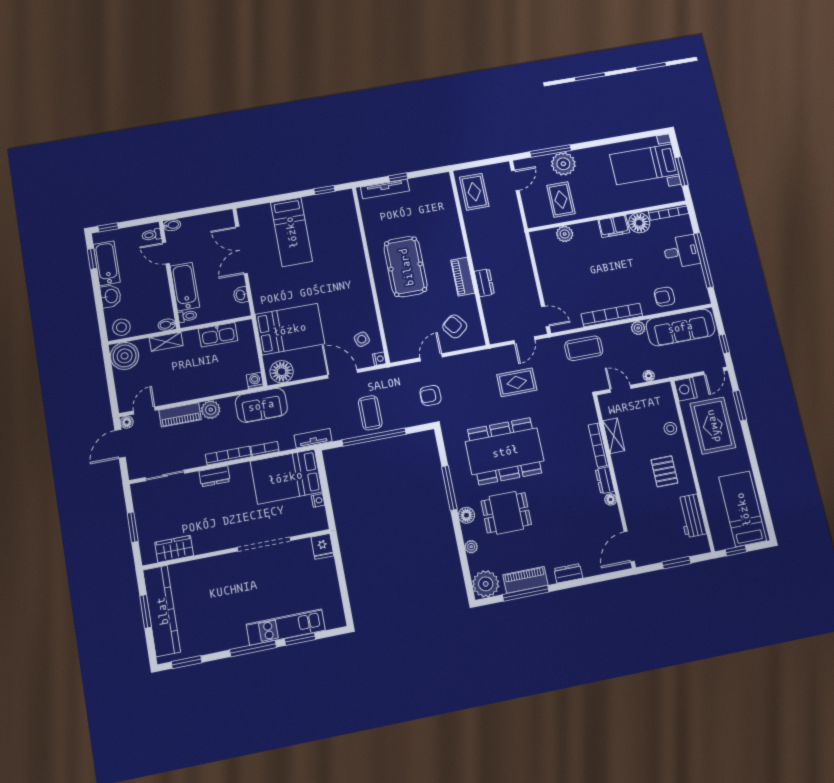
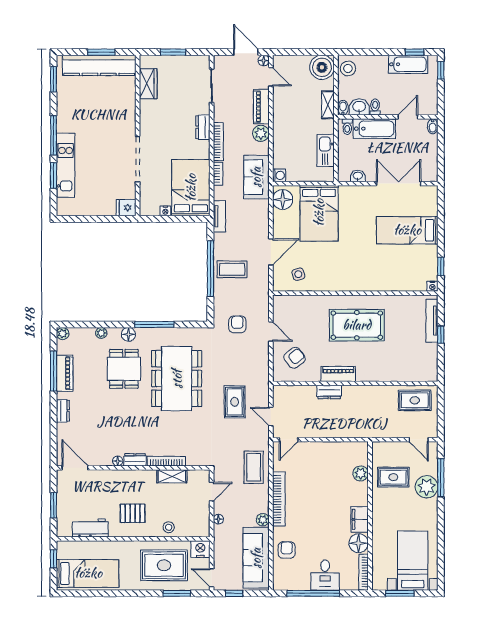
toilet: (151, 235) -> (375, 107), moved
washbasin: (111, 296) -> (359, 107), moved, turned 180
nightstand: (379, 359) -> (432, 286), moved
plant: (486, 584) -> (63, 334), width x0.53, depth x0.53

